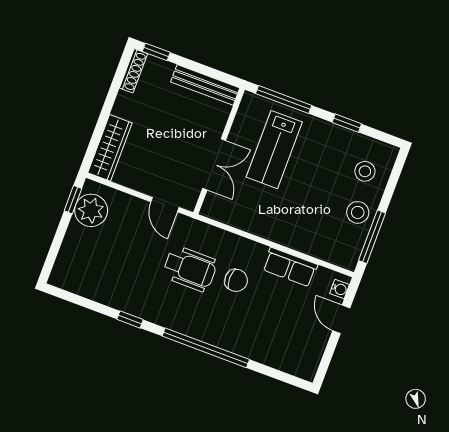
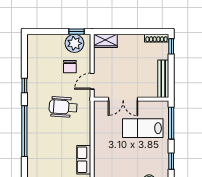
wardrobe: (110, 148) -> (105, 41), width x0.67
wheelchair: (190, 269) -> (63, 107), turned 94
chair: (236, 280) -> (70, 67), moved

